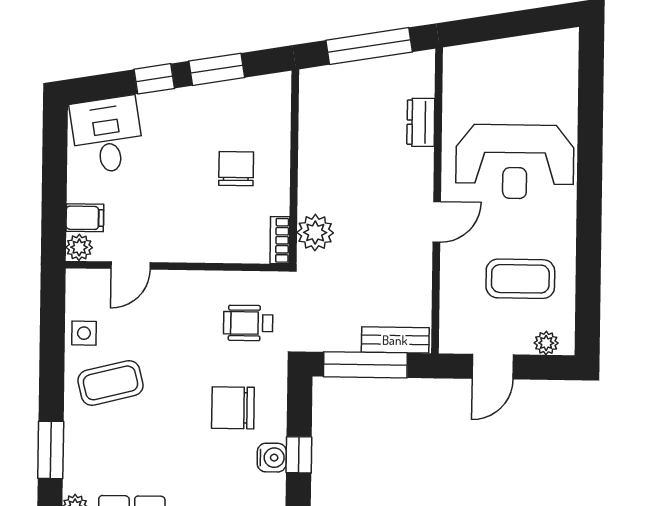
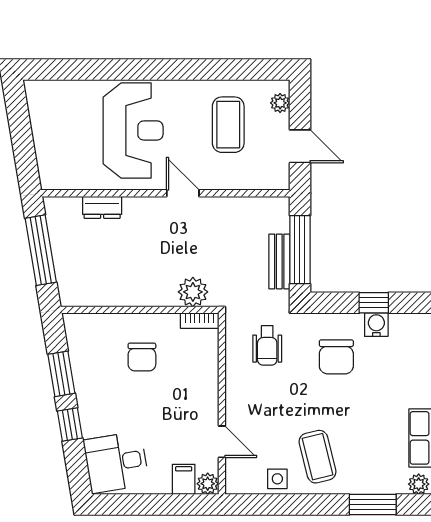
chair: (236, 169) -> (142, 357), turned -90
bench: (395, 340) -> (279, 261), moved

